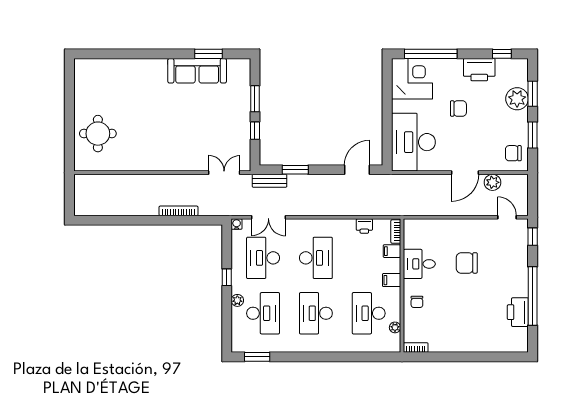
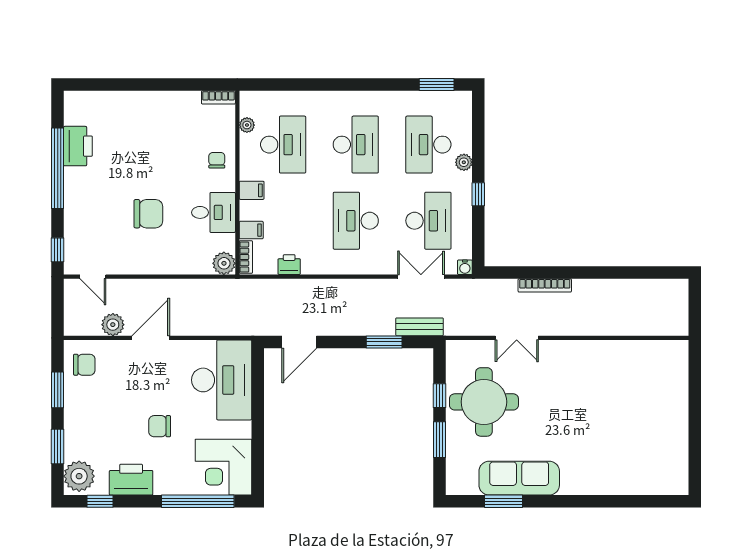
plant: (517, 99) -> (79, 476), moved
round table: (98, 134) -> (484, 402), moved, width x1.36, depth x1.36
double door: (224, 173) -> (517, 338), moved
plant: (412, 227) -> (224, 263), added

